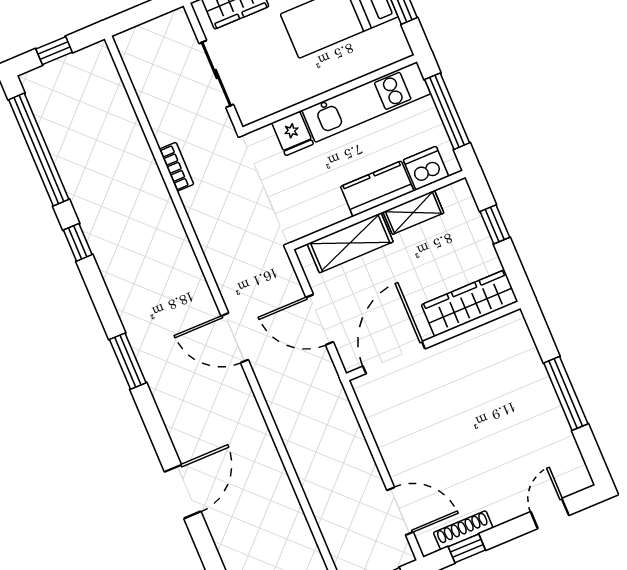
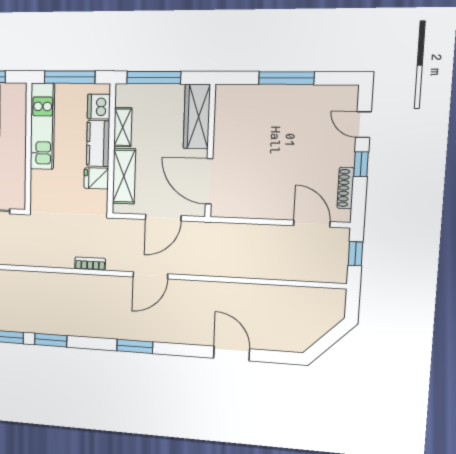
fridge: (293, 133) -> (96, 178), moved, turned 180
bookcase: (176, 167) -> (90, 264), moved
window: (495, 224) -> (154, 77), width x2.17
window: (78, 242) -> (51, 340), width x1.50
door: (400, 511) -> (312, 224), hinge flipped
window: (467, 548) -> (361, 164), moved

